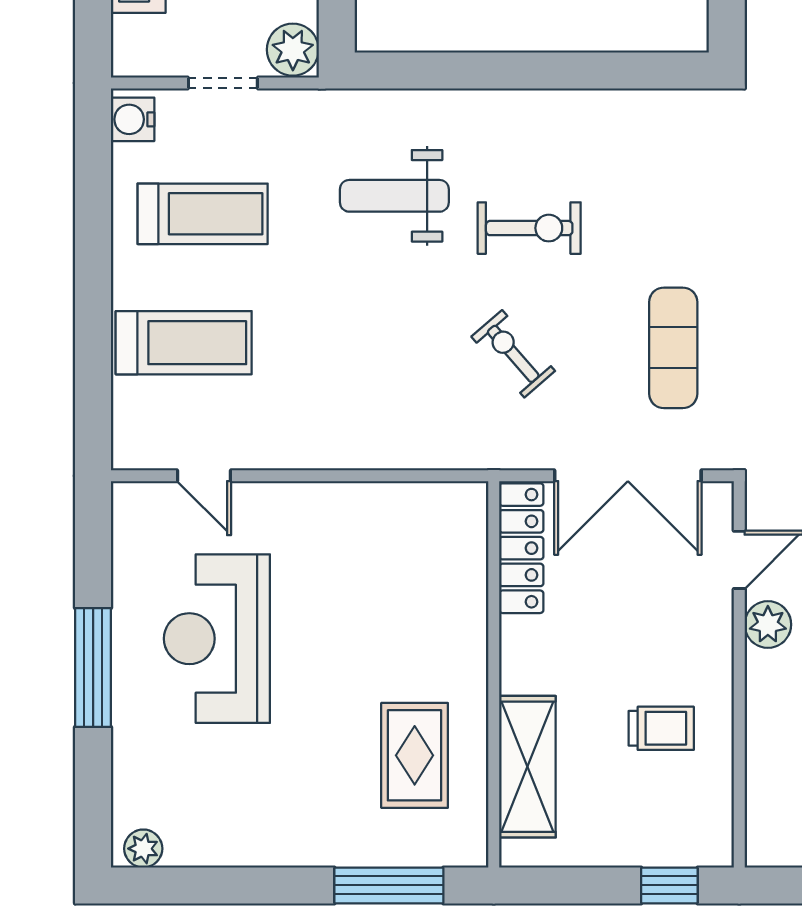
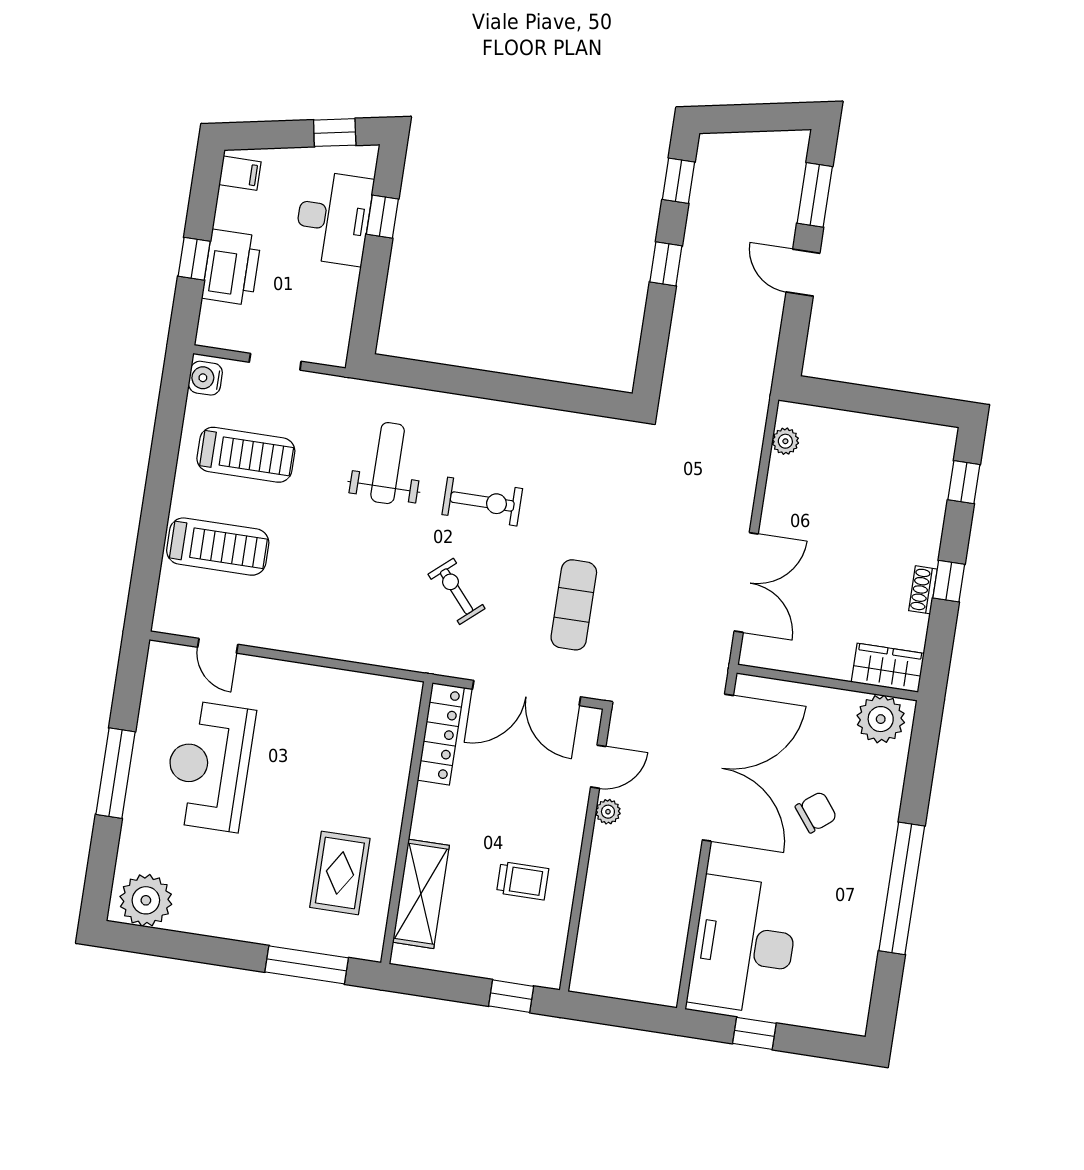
plant: (293, 50) -> (330, 345), removed
weight bench: (394, 196) -> (388, 463), turned 90
plant: (768, 625) -> (608, 812), width x0.73, depth x0.73
plant: (143, 849) -> (146, 900), width x1.87, depth x1.87

